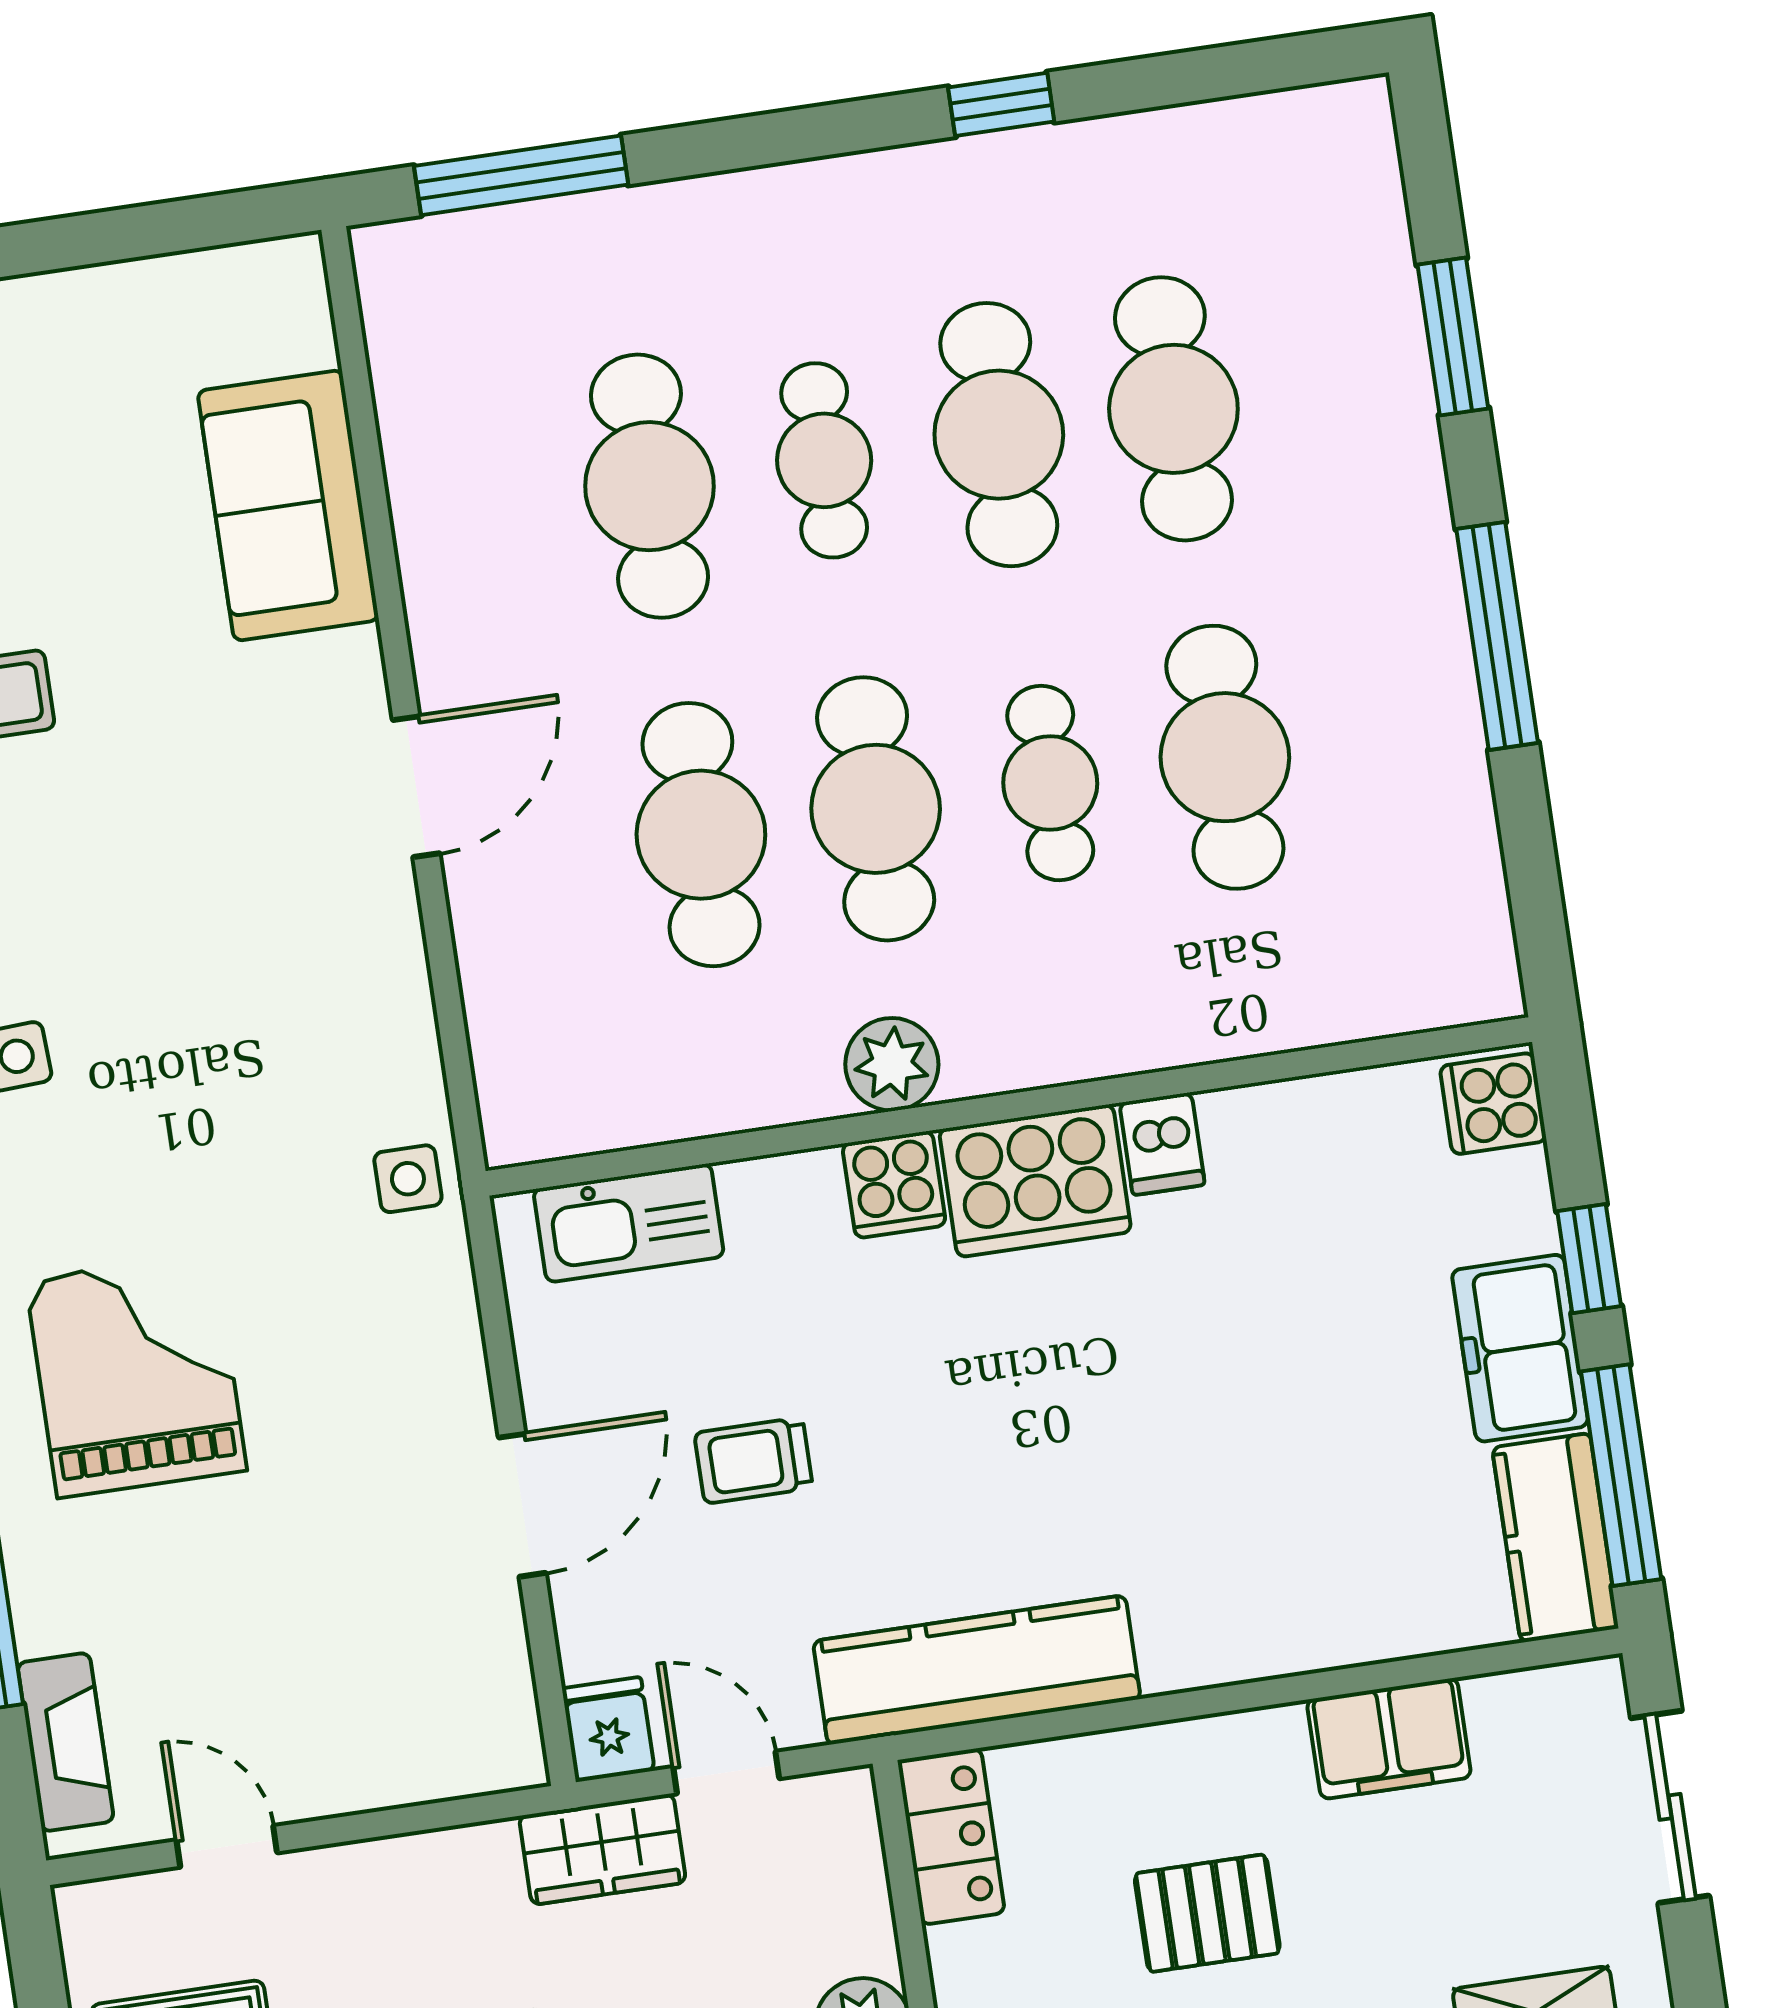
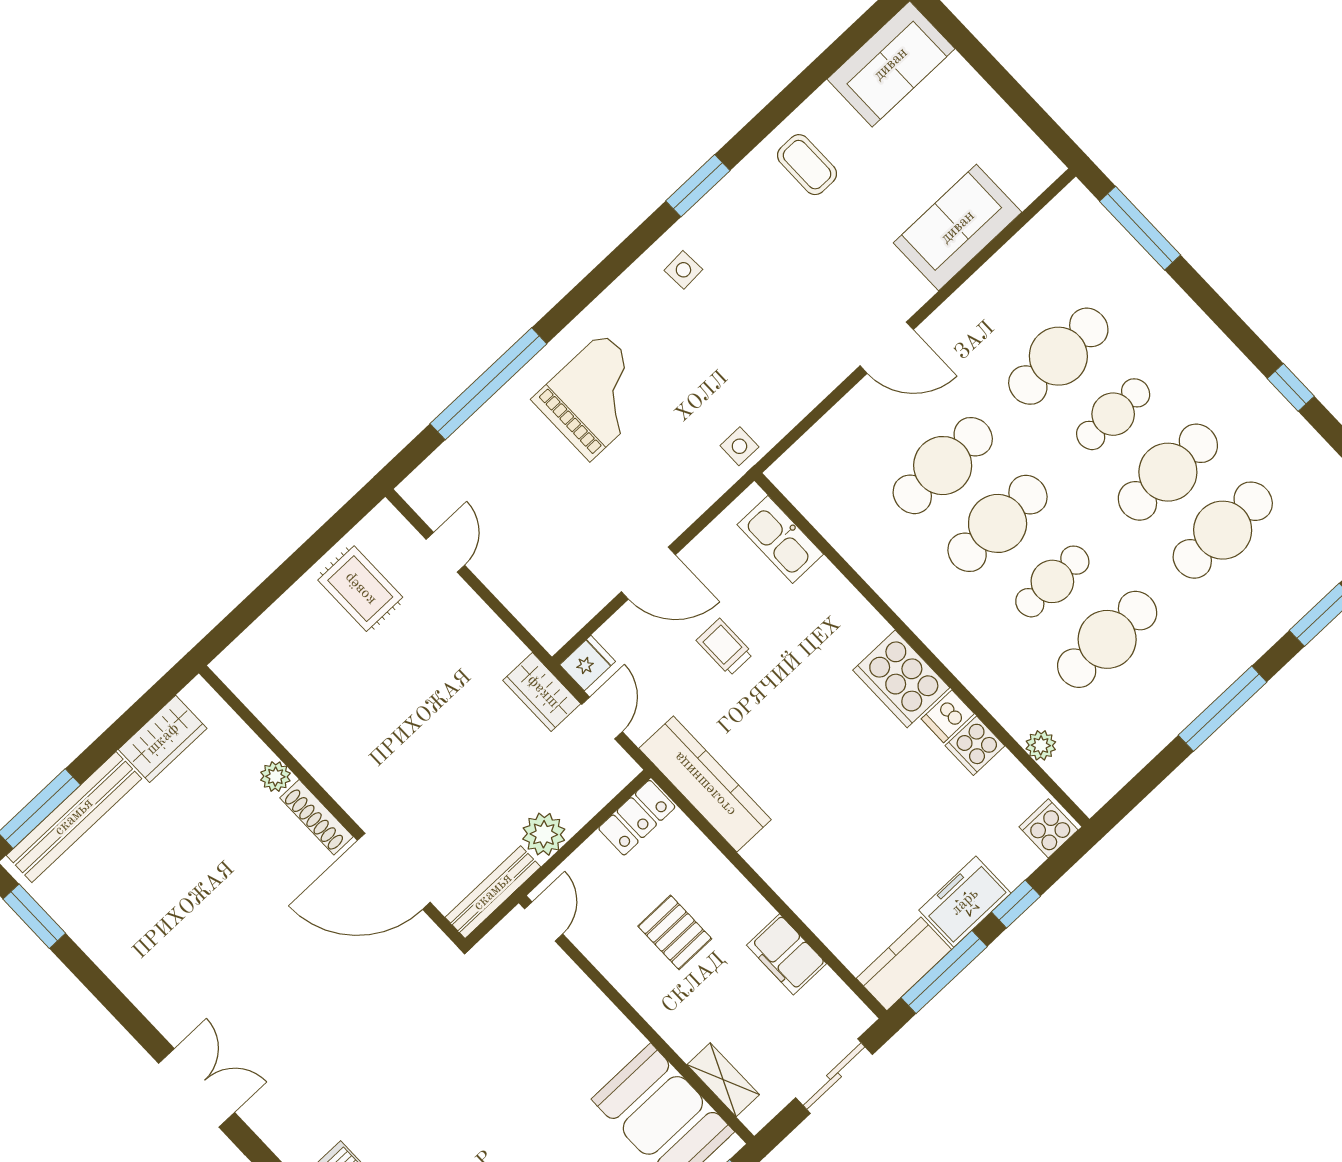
plant: (892, 1064) -> (1041, 745), moved, width x0.73, depth x0.73
cooker: (894, 1185) -> (975, 746), moved
fireplace: (66, 1742) -> (442, 466), removed

